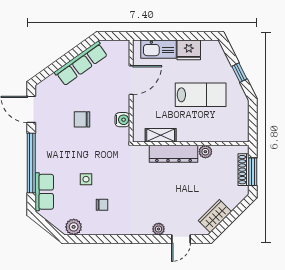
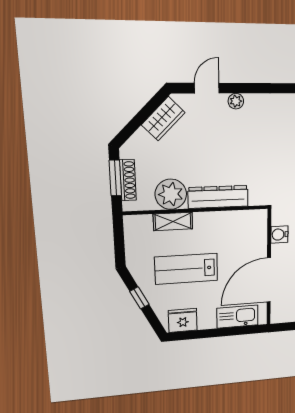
fridge: (189, 50) -> (183, 320), moved
door: (131, 80) -> (269, 280), width x1.36
shelving: (161, 135) -> (173, 221), moved
plant: (205, 152) -> (171, 194), width x1.88, depth x1.88

